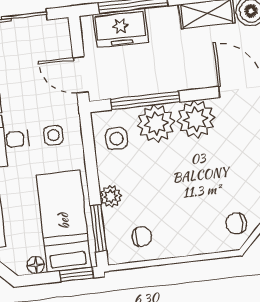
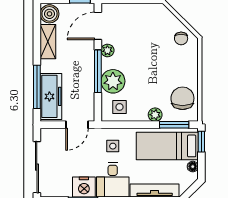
freezer: (121, 28) -> (51, 96), width x1.40
window: (145, 101) -> (98, 71), moved
plant: (196, 119) -> (107, 50), width x0.53, depth x0.53
chair: (142, 237) -> (182, 98), width x1.87, depth x1.87

